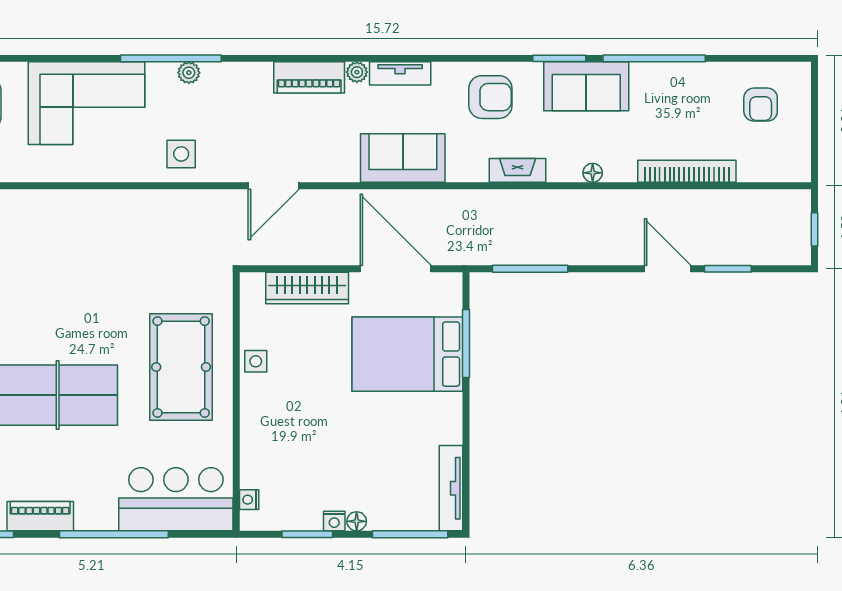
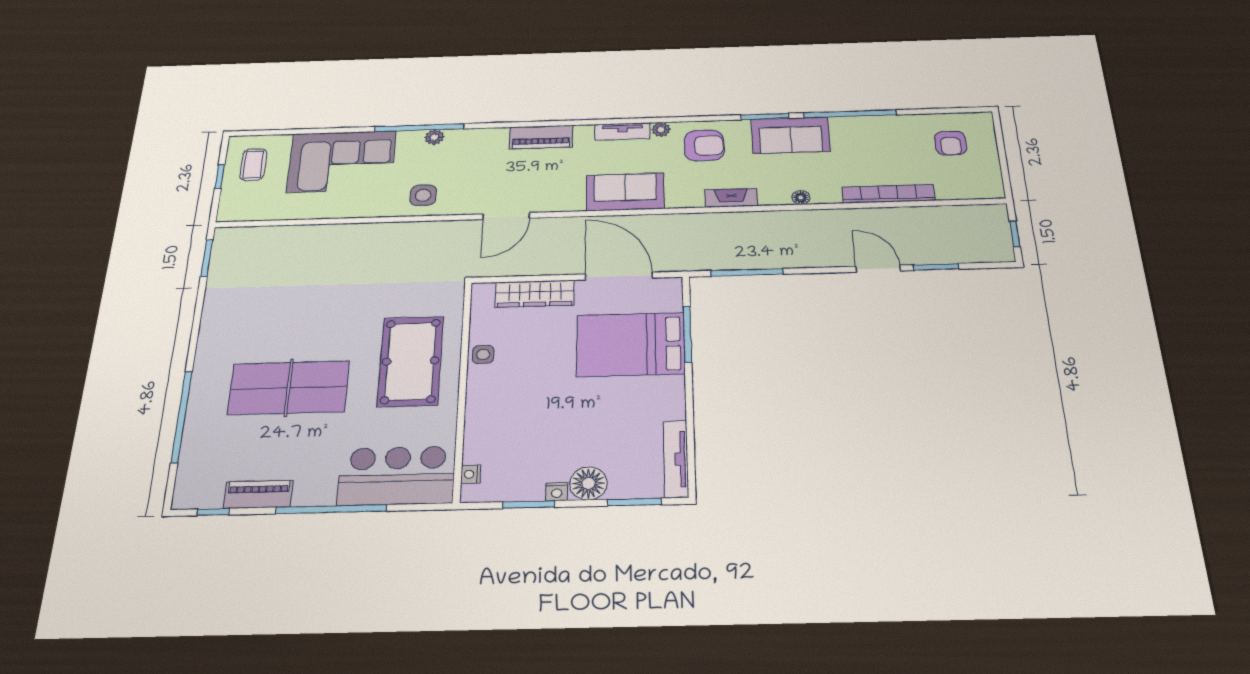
plant: (357, 72) -> (661, 129), moved
floor lamp: (357, 521) -> (588, 483), width x1.89, depth x1.89
window: (410, 534) -> (634, 502), width x0.69

